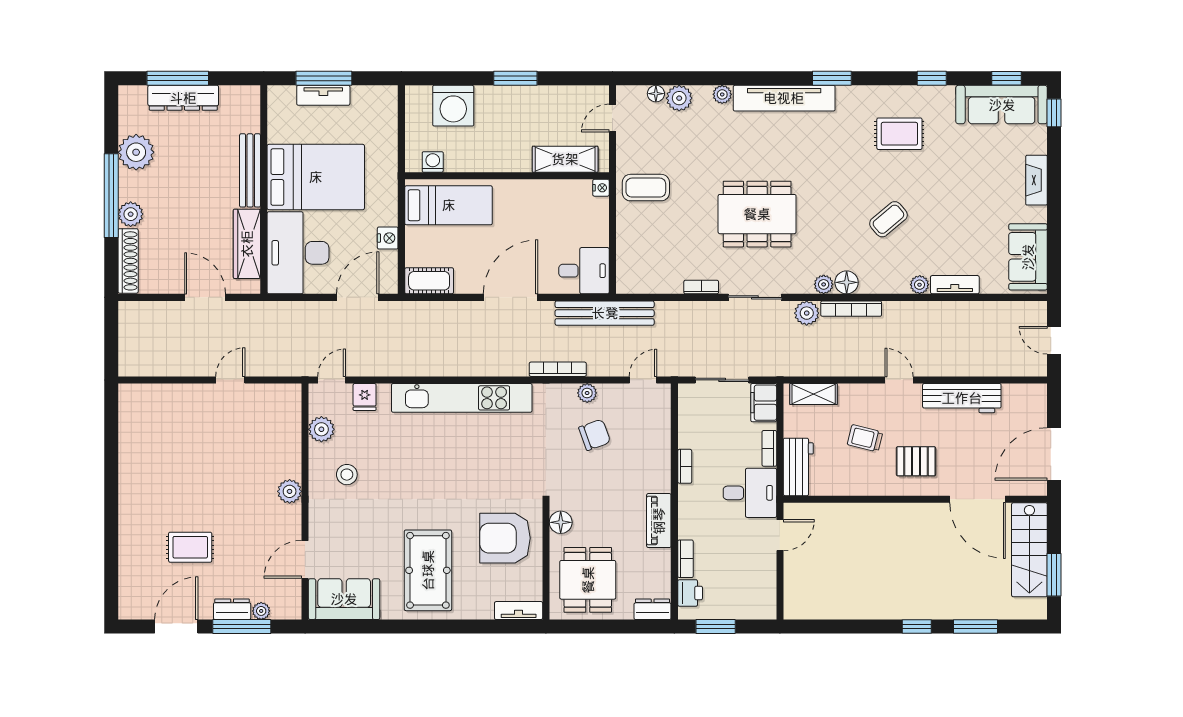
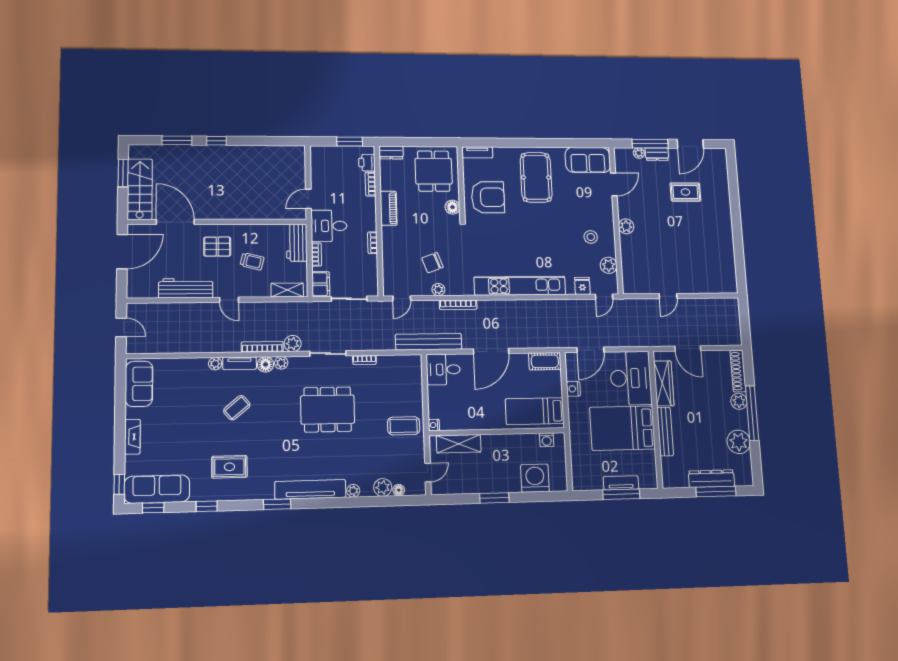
tv unit: (955, 285) -> (240, 363), moved

